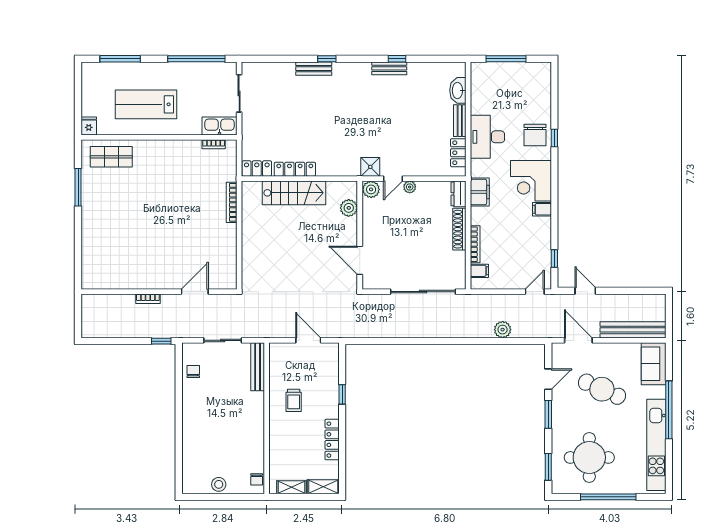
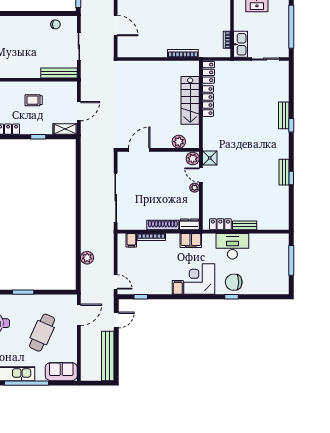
washbasin: (458, 90) -> (267, 224), removed
bench: (633, 330) -> (108, 356), moved
shelving: (332, 359) -> (65, 129), added
door: (548, 379) -> (50, 292), removed

